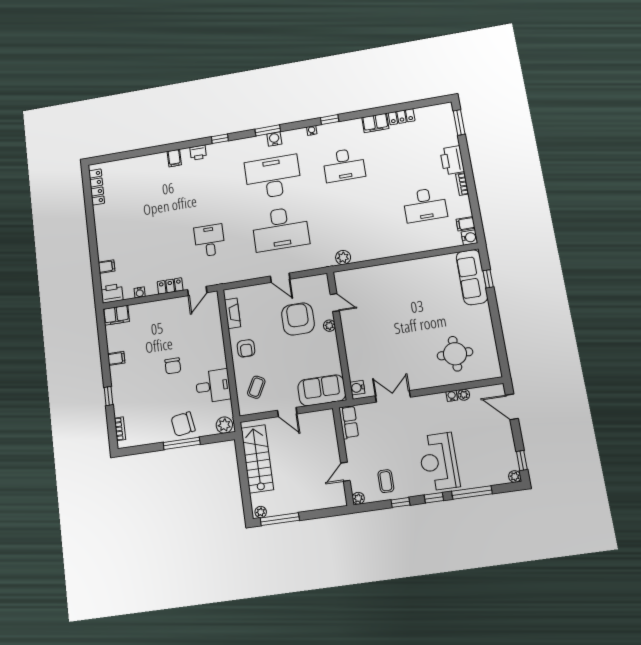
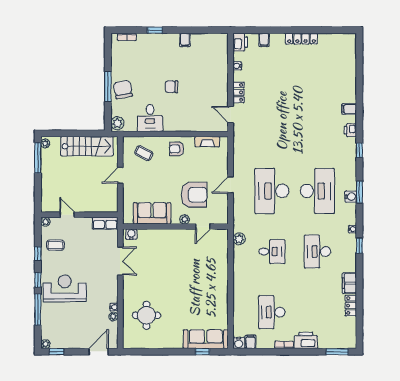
locker: (97, 187) -> (301, 39), moved
desk: (210, 240) -> (272, 252), moved
filing cabinet: (116, 315) -> (221, 44), removed
sofa: (322, 390) -> (152, 213), moved, turned -90

